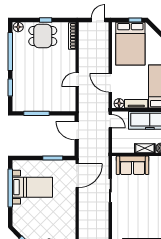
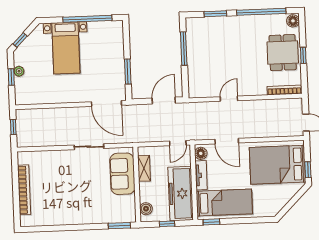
door: (77, 80) -> (229, 99), hinge flipped
door: (110, 83) -> (227, 141), swing flipped
shelving: (145, 148) -> (144, 168), moved
bed with nightstands: (32, 187) -> (66, 48), moved

